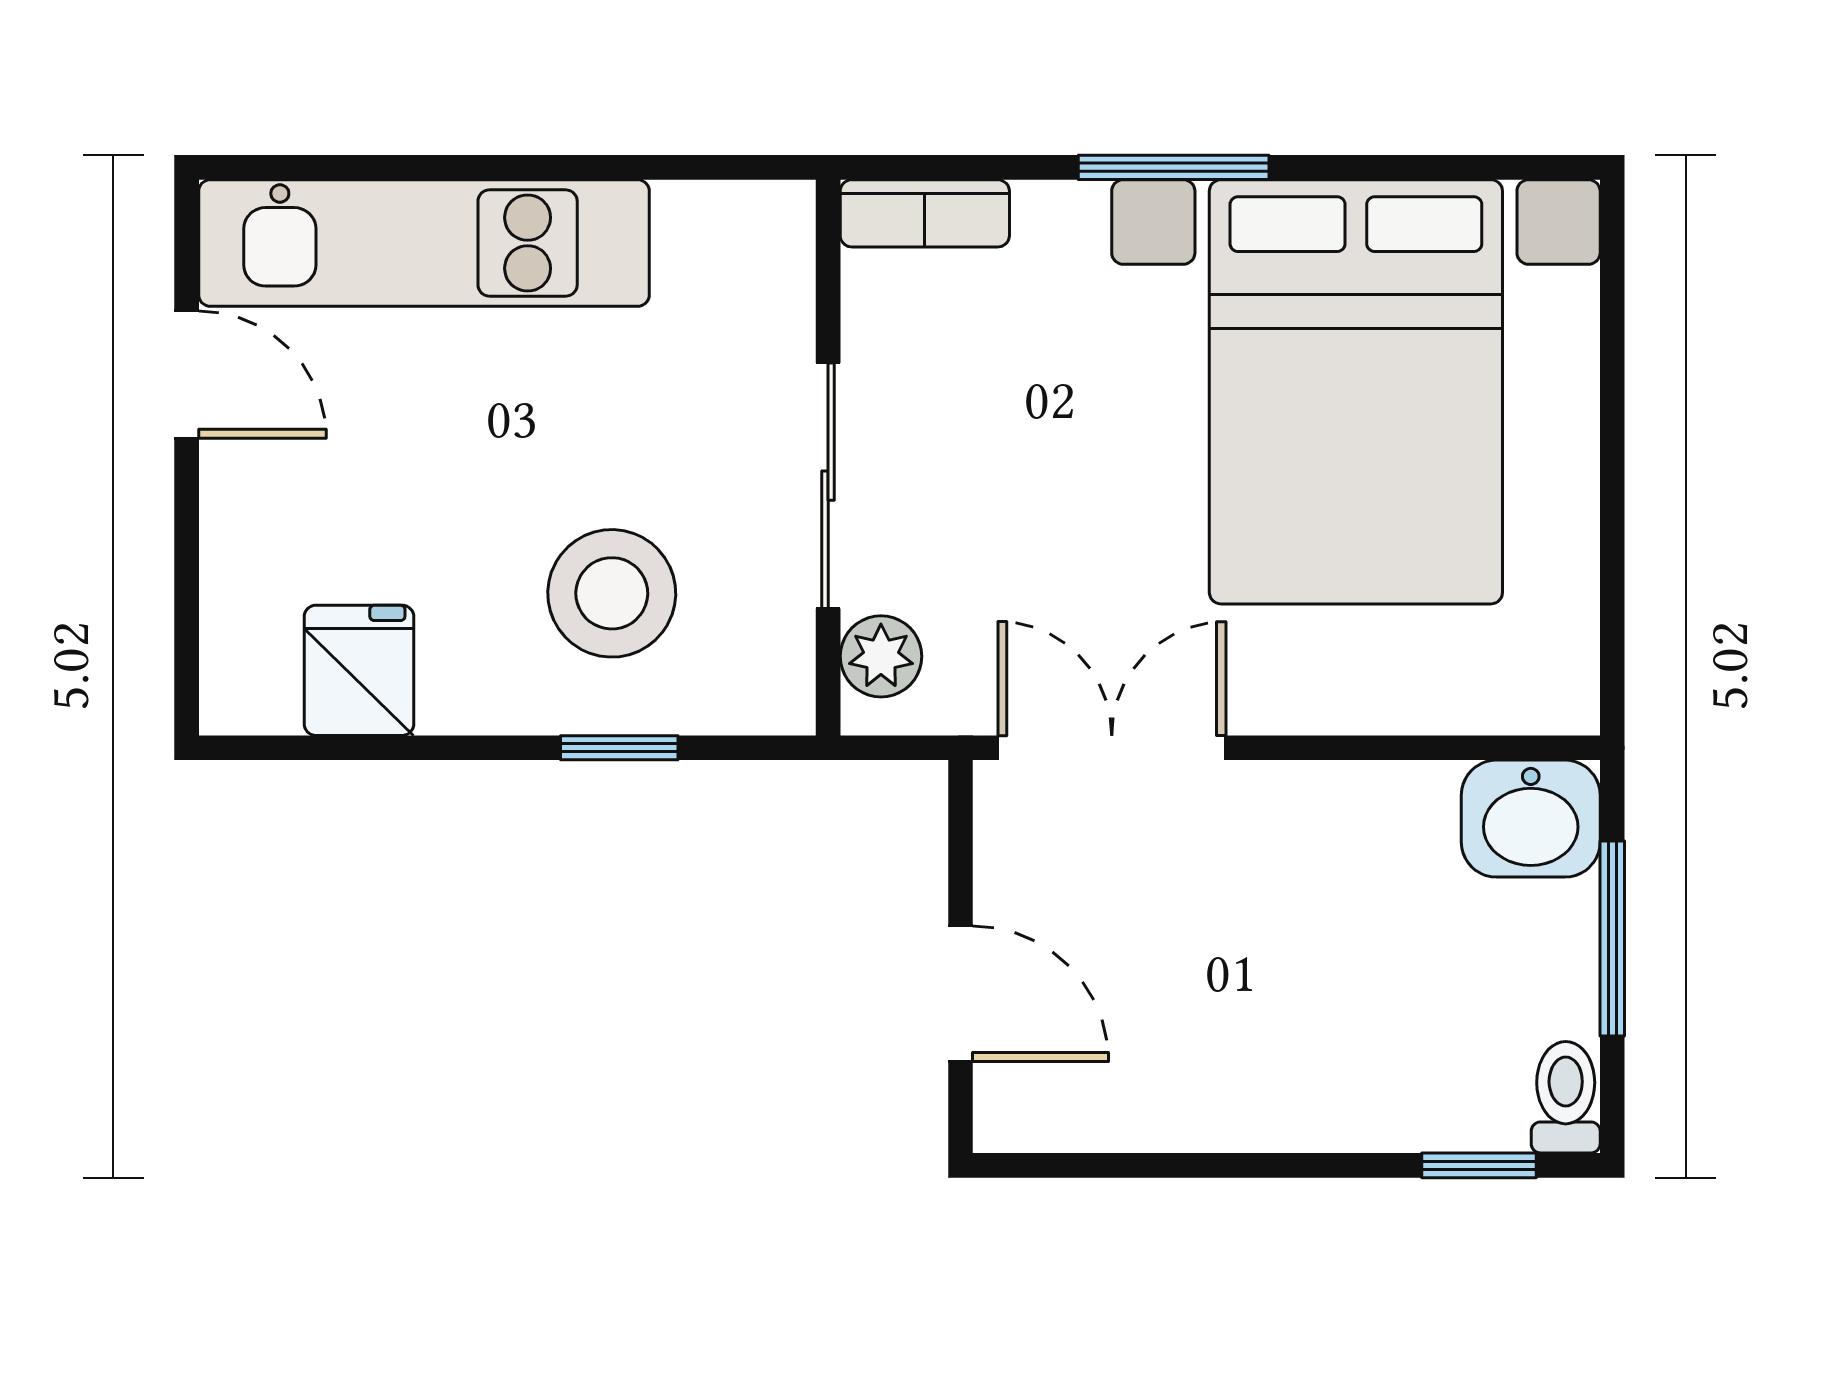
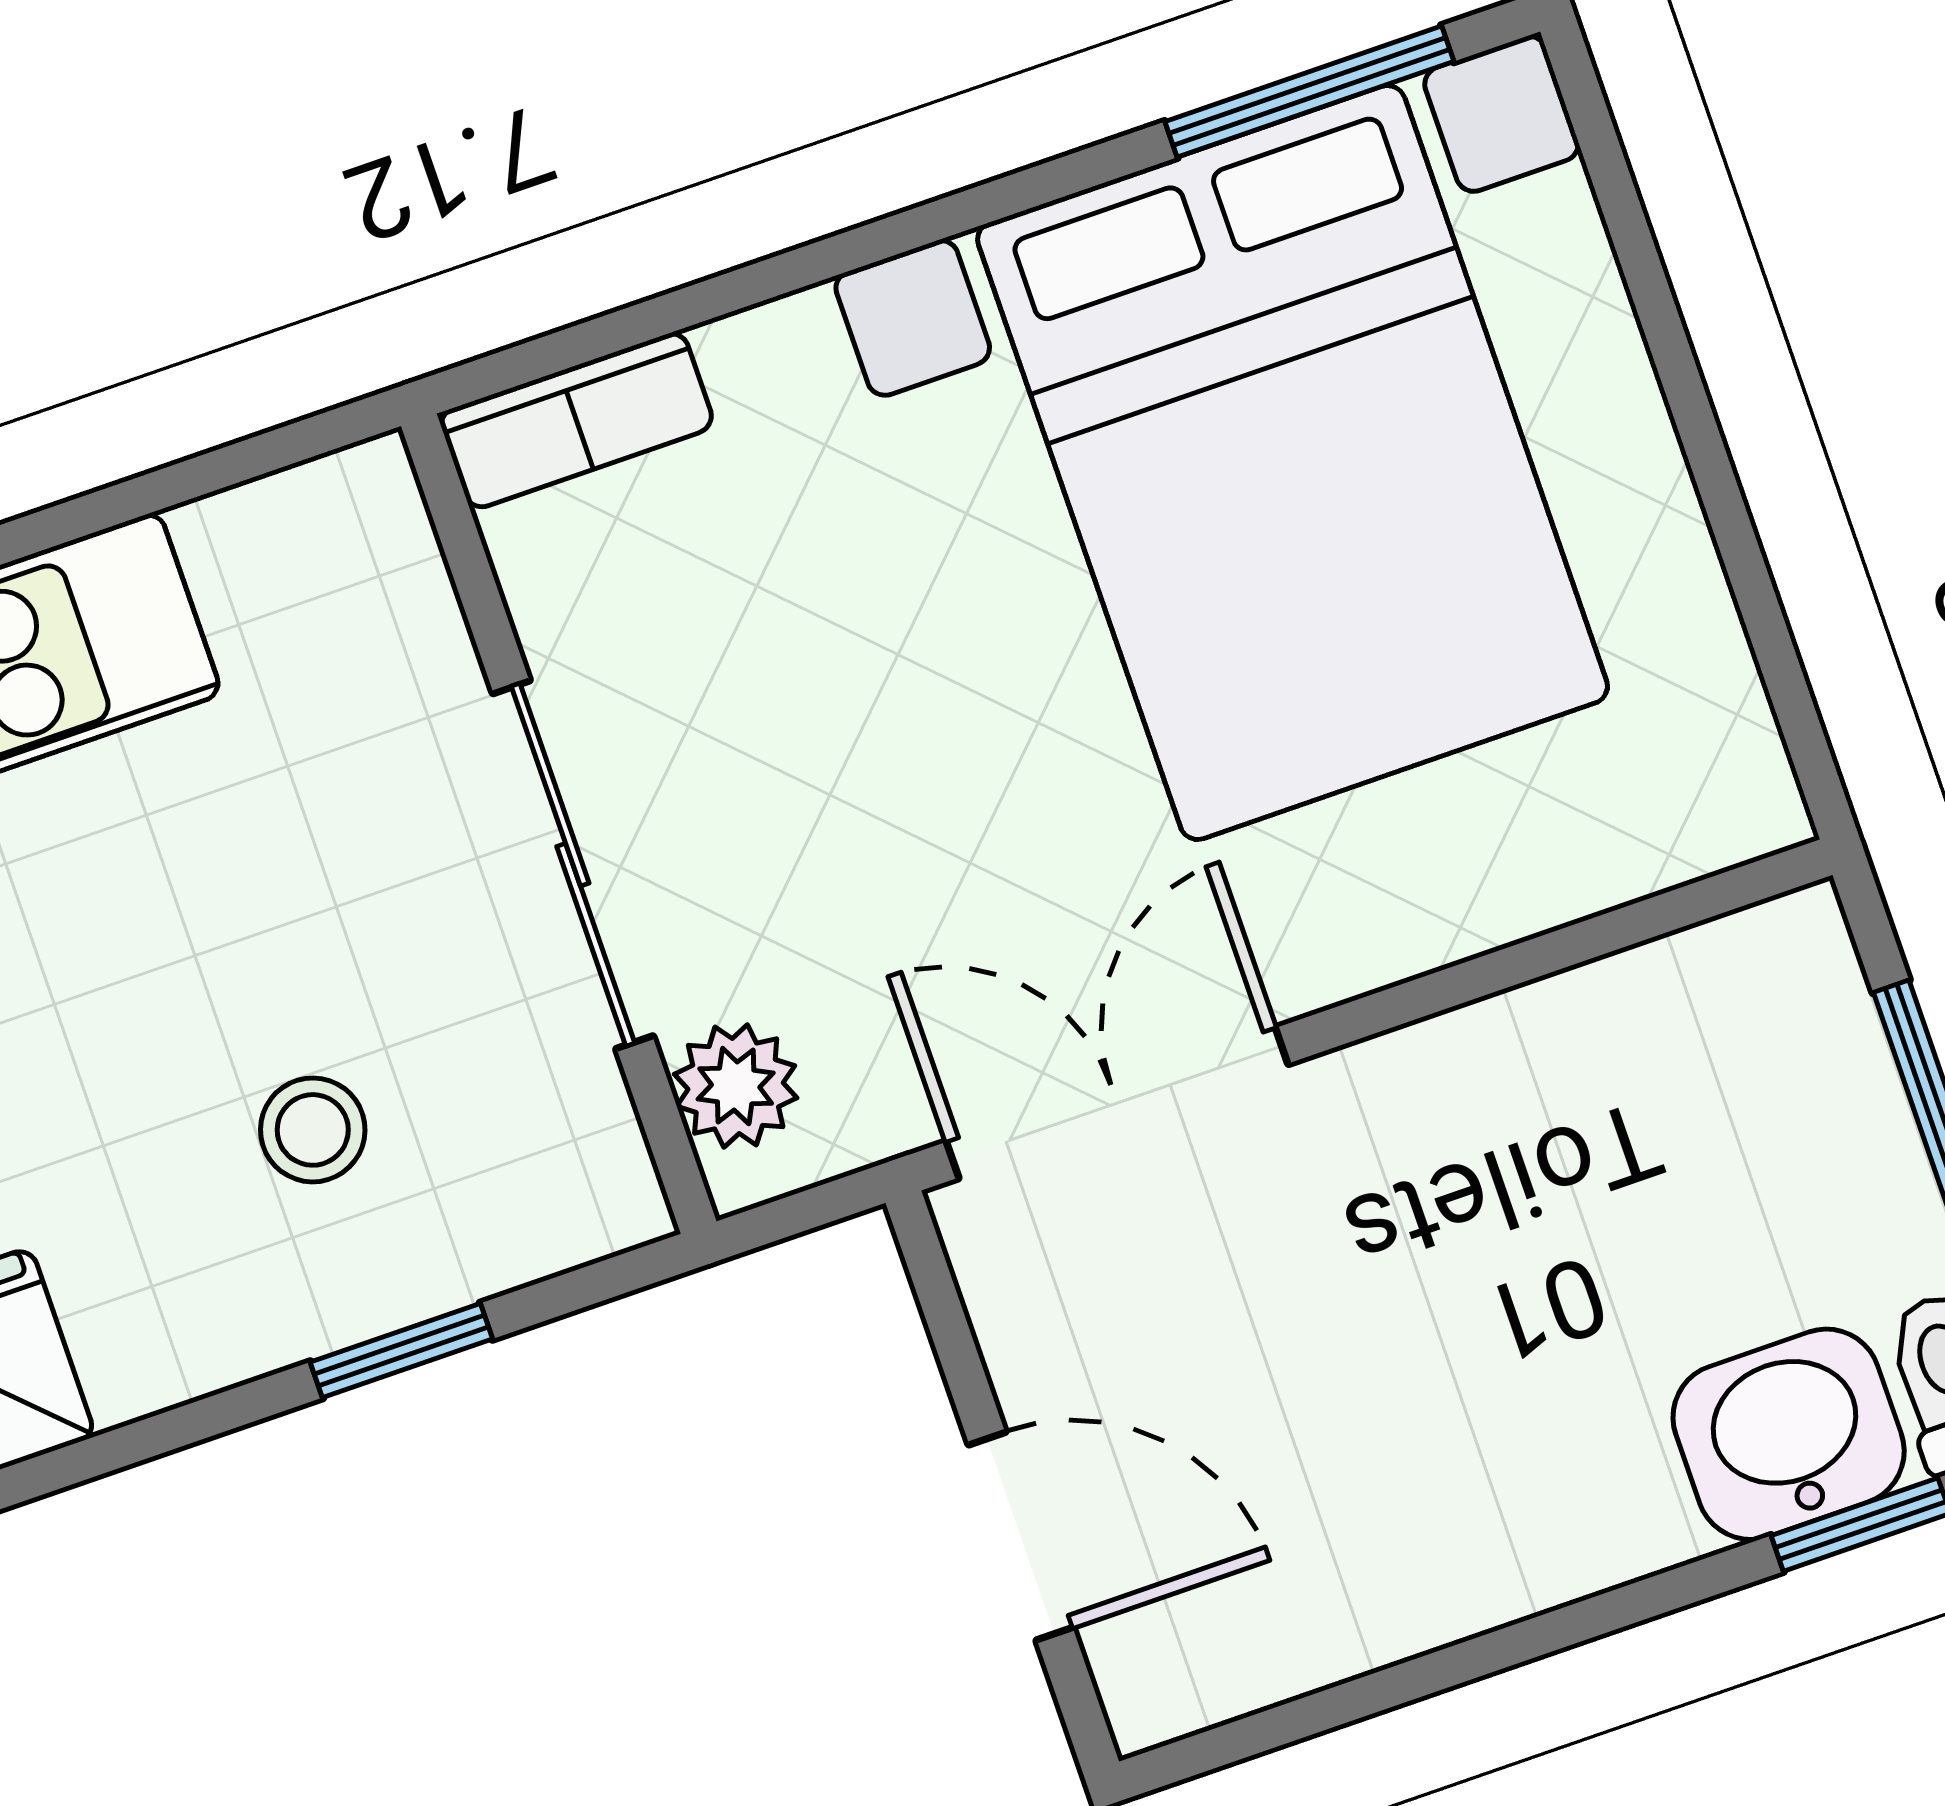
window: (1174, 167) -> (1309, 91), moved
stool: (612, 593) -> (313, 1130), width x0.53, depth x0.53
washbasin: (1531, 819) -> (1789, 1434), moved, turned 180

